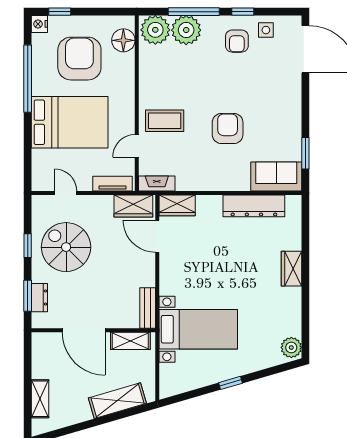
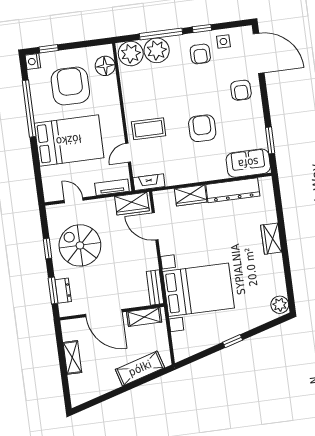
armchair: (279, 90) -> (241, 90), added
wardrobe: (177, 205) -> (191, 195), moved
bed with nightstands: (198, 329) -> (198, 290), width x1.36
shelving: (40, 399) -> (72, 357), moved

